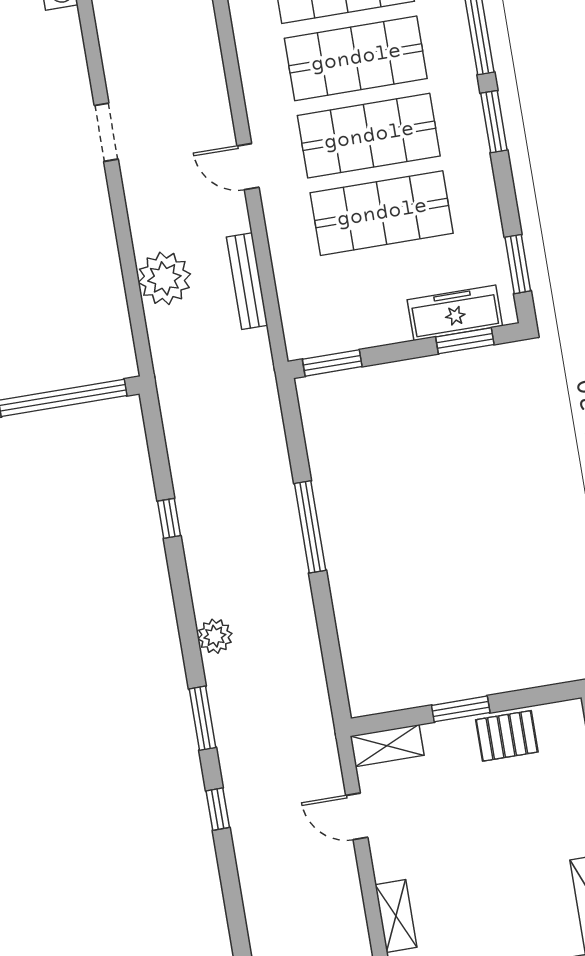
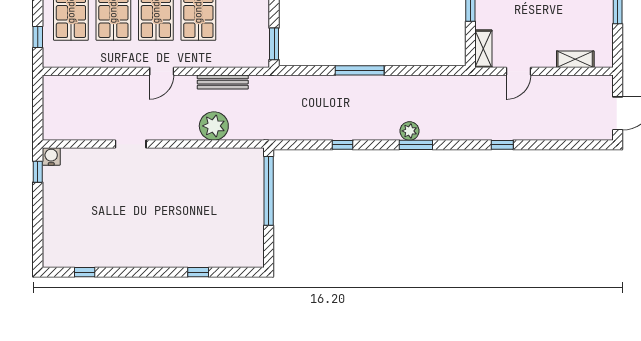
window: (203, 718) -> (416, 145), moved

